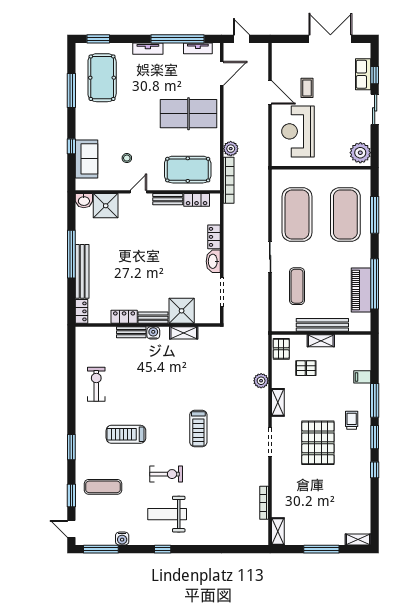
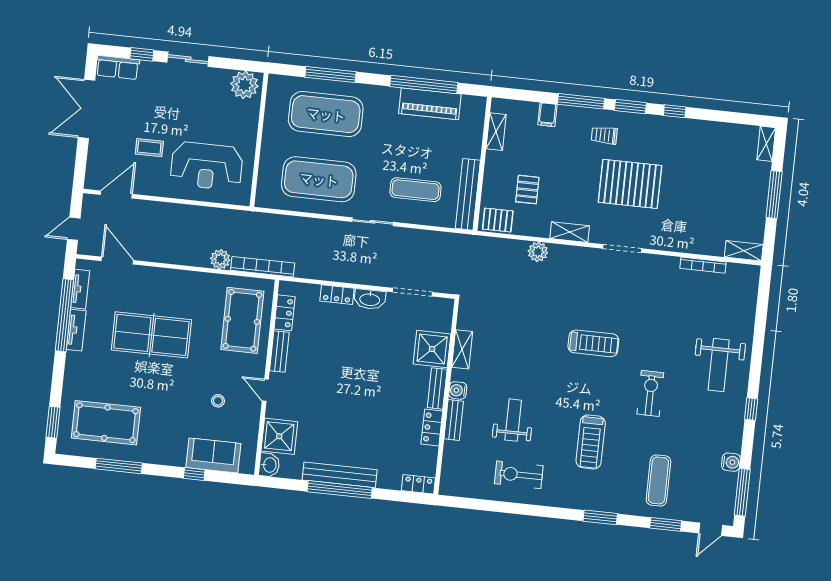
tv unit: (148, 49) -> (76, 330), moved
row of seats: (363, 74) -> (118, 67), moved
door: (270, 92) -> (116, 194), moved
table tennis table: (189, 114) -> (151, 335), moved, turned 90
bench: (82, 271) -> (340, 475), moved
bench: (322, 325) -> (468, 194), moved
shelving: (321, 341) -> (496, 132), moved
weight bench: (136, 376) -> (513, 420), added
weight bench: (167, 514) -> (719, 365), moved

